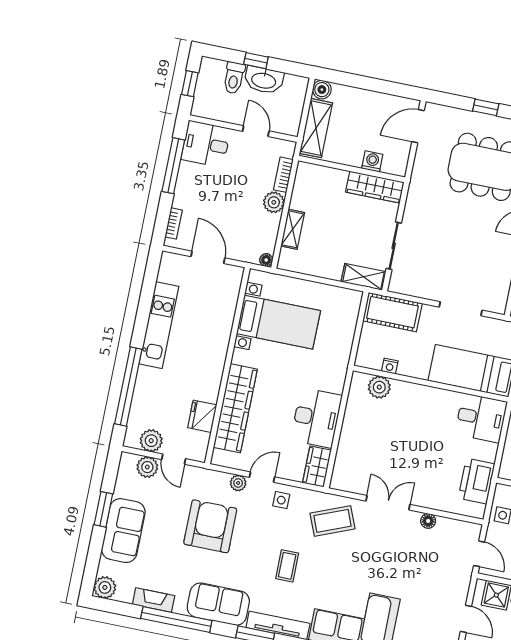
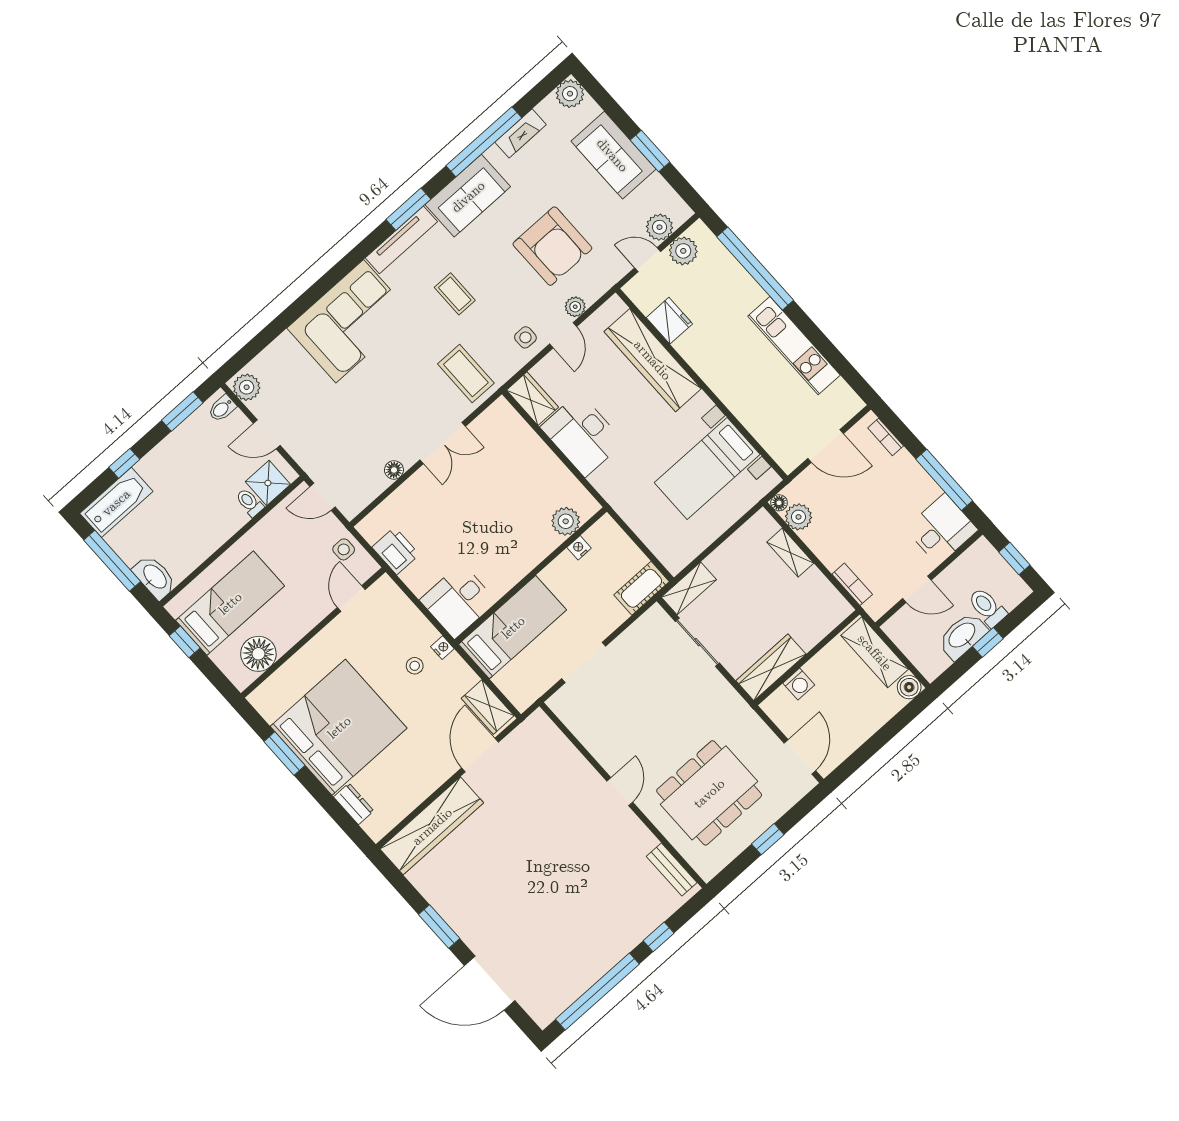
plant: (274, 202) -> (798, 517), moved
cot: (392, 312) -> (641, 588), width x0.73, depth x0.75
printer: (476, 481) -> (396, 551), width x0.73, depth x0.84
coffee table: (333, 521) -> (466, 373), turned -68

